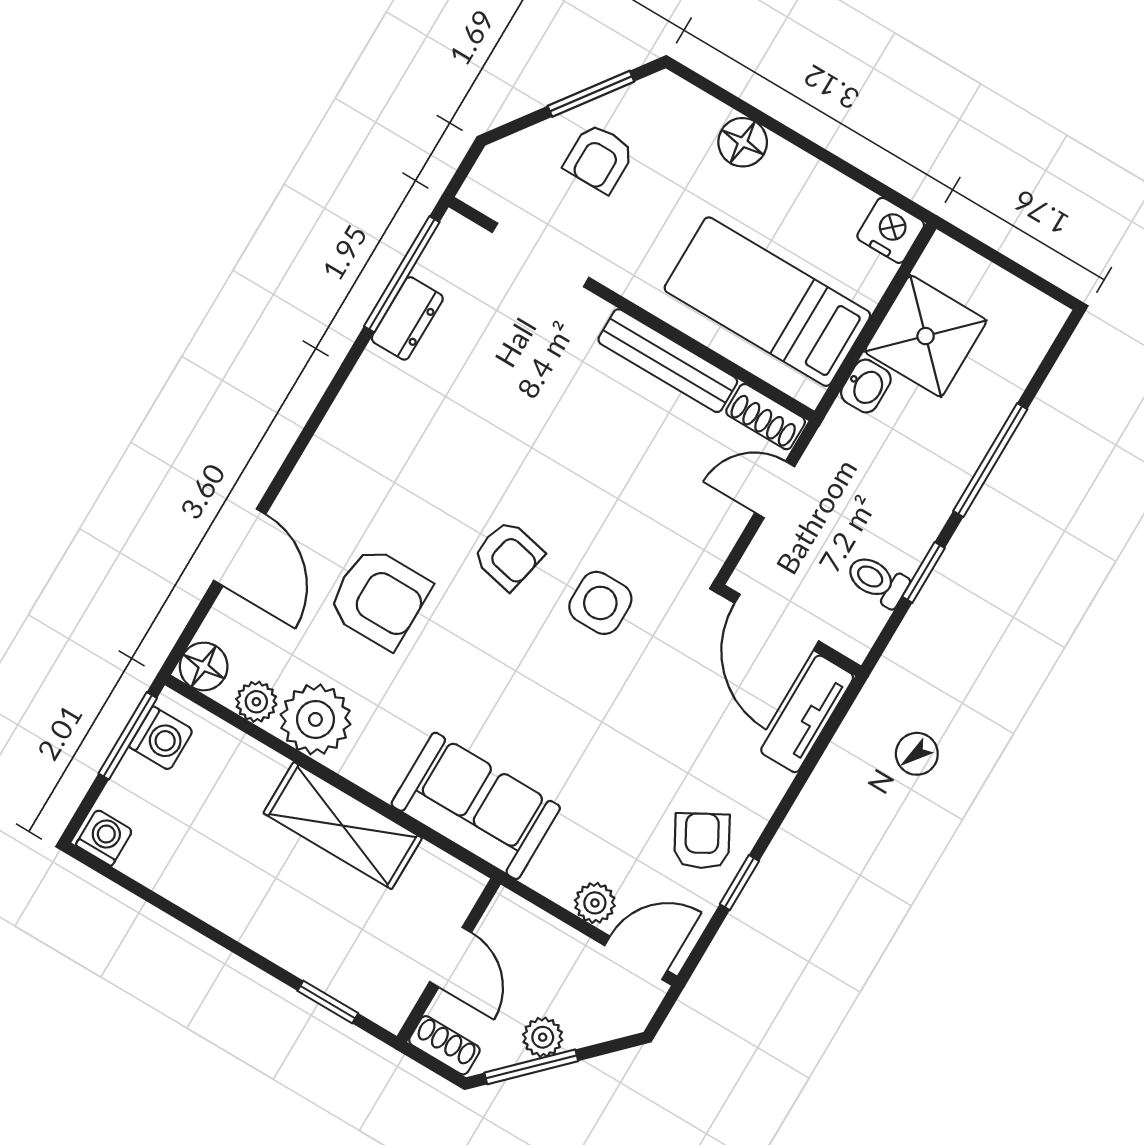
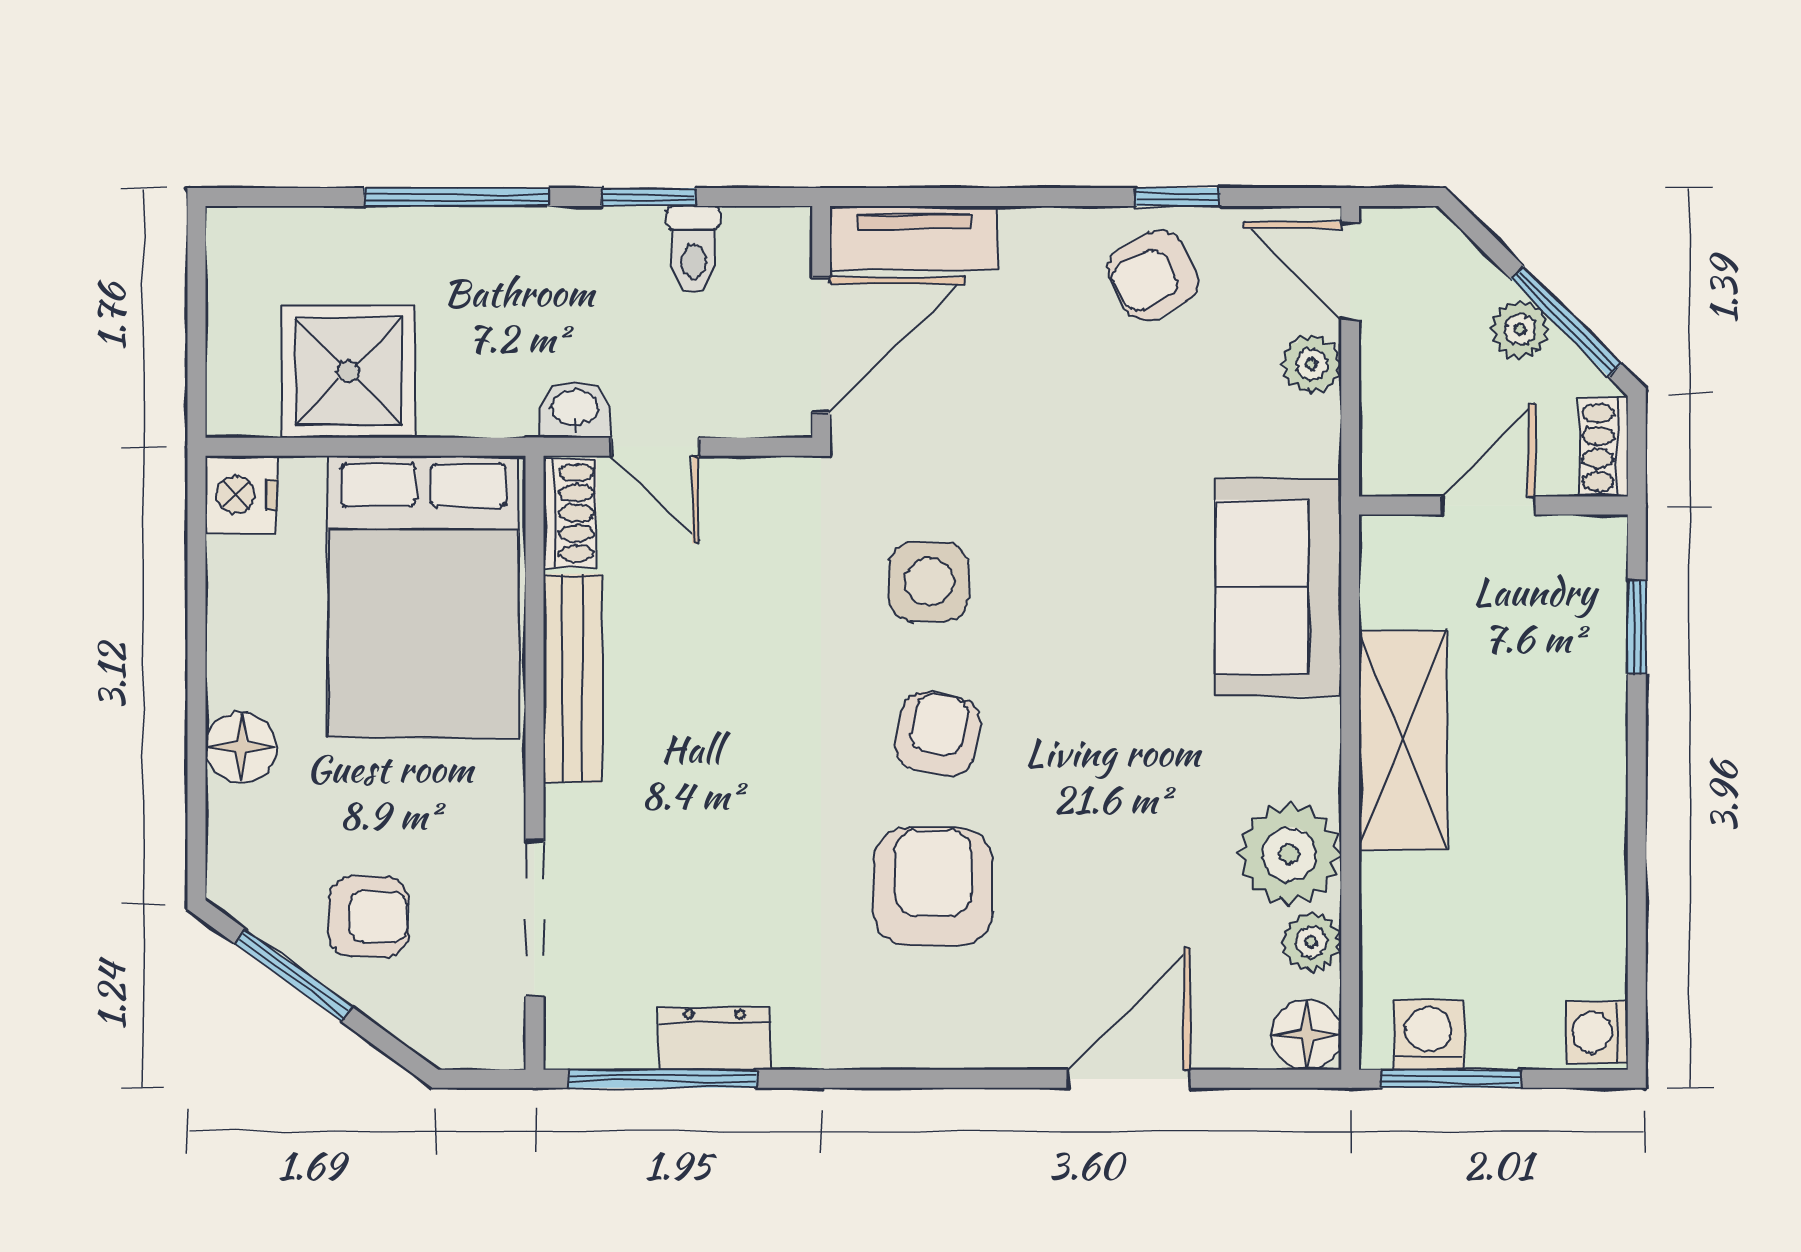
bed: (767, 302) -> (423, 597), width x1.50
washbasin: (866, 386) -> (575, 409), moved
armchair: (379, 598) -> (933, 887), moved

